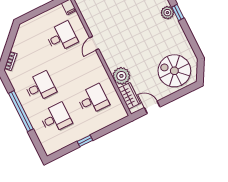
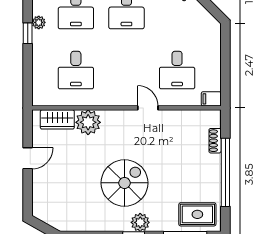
spiral stairs: (174, 71) -> (125, 183), moved
door: (152, 107) -> (28, 158), moved
plant: (75, 137) -> (39, 22), added

